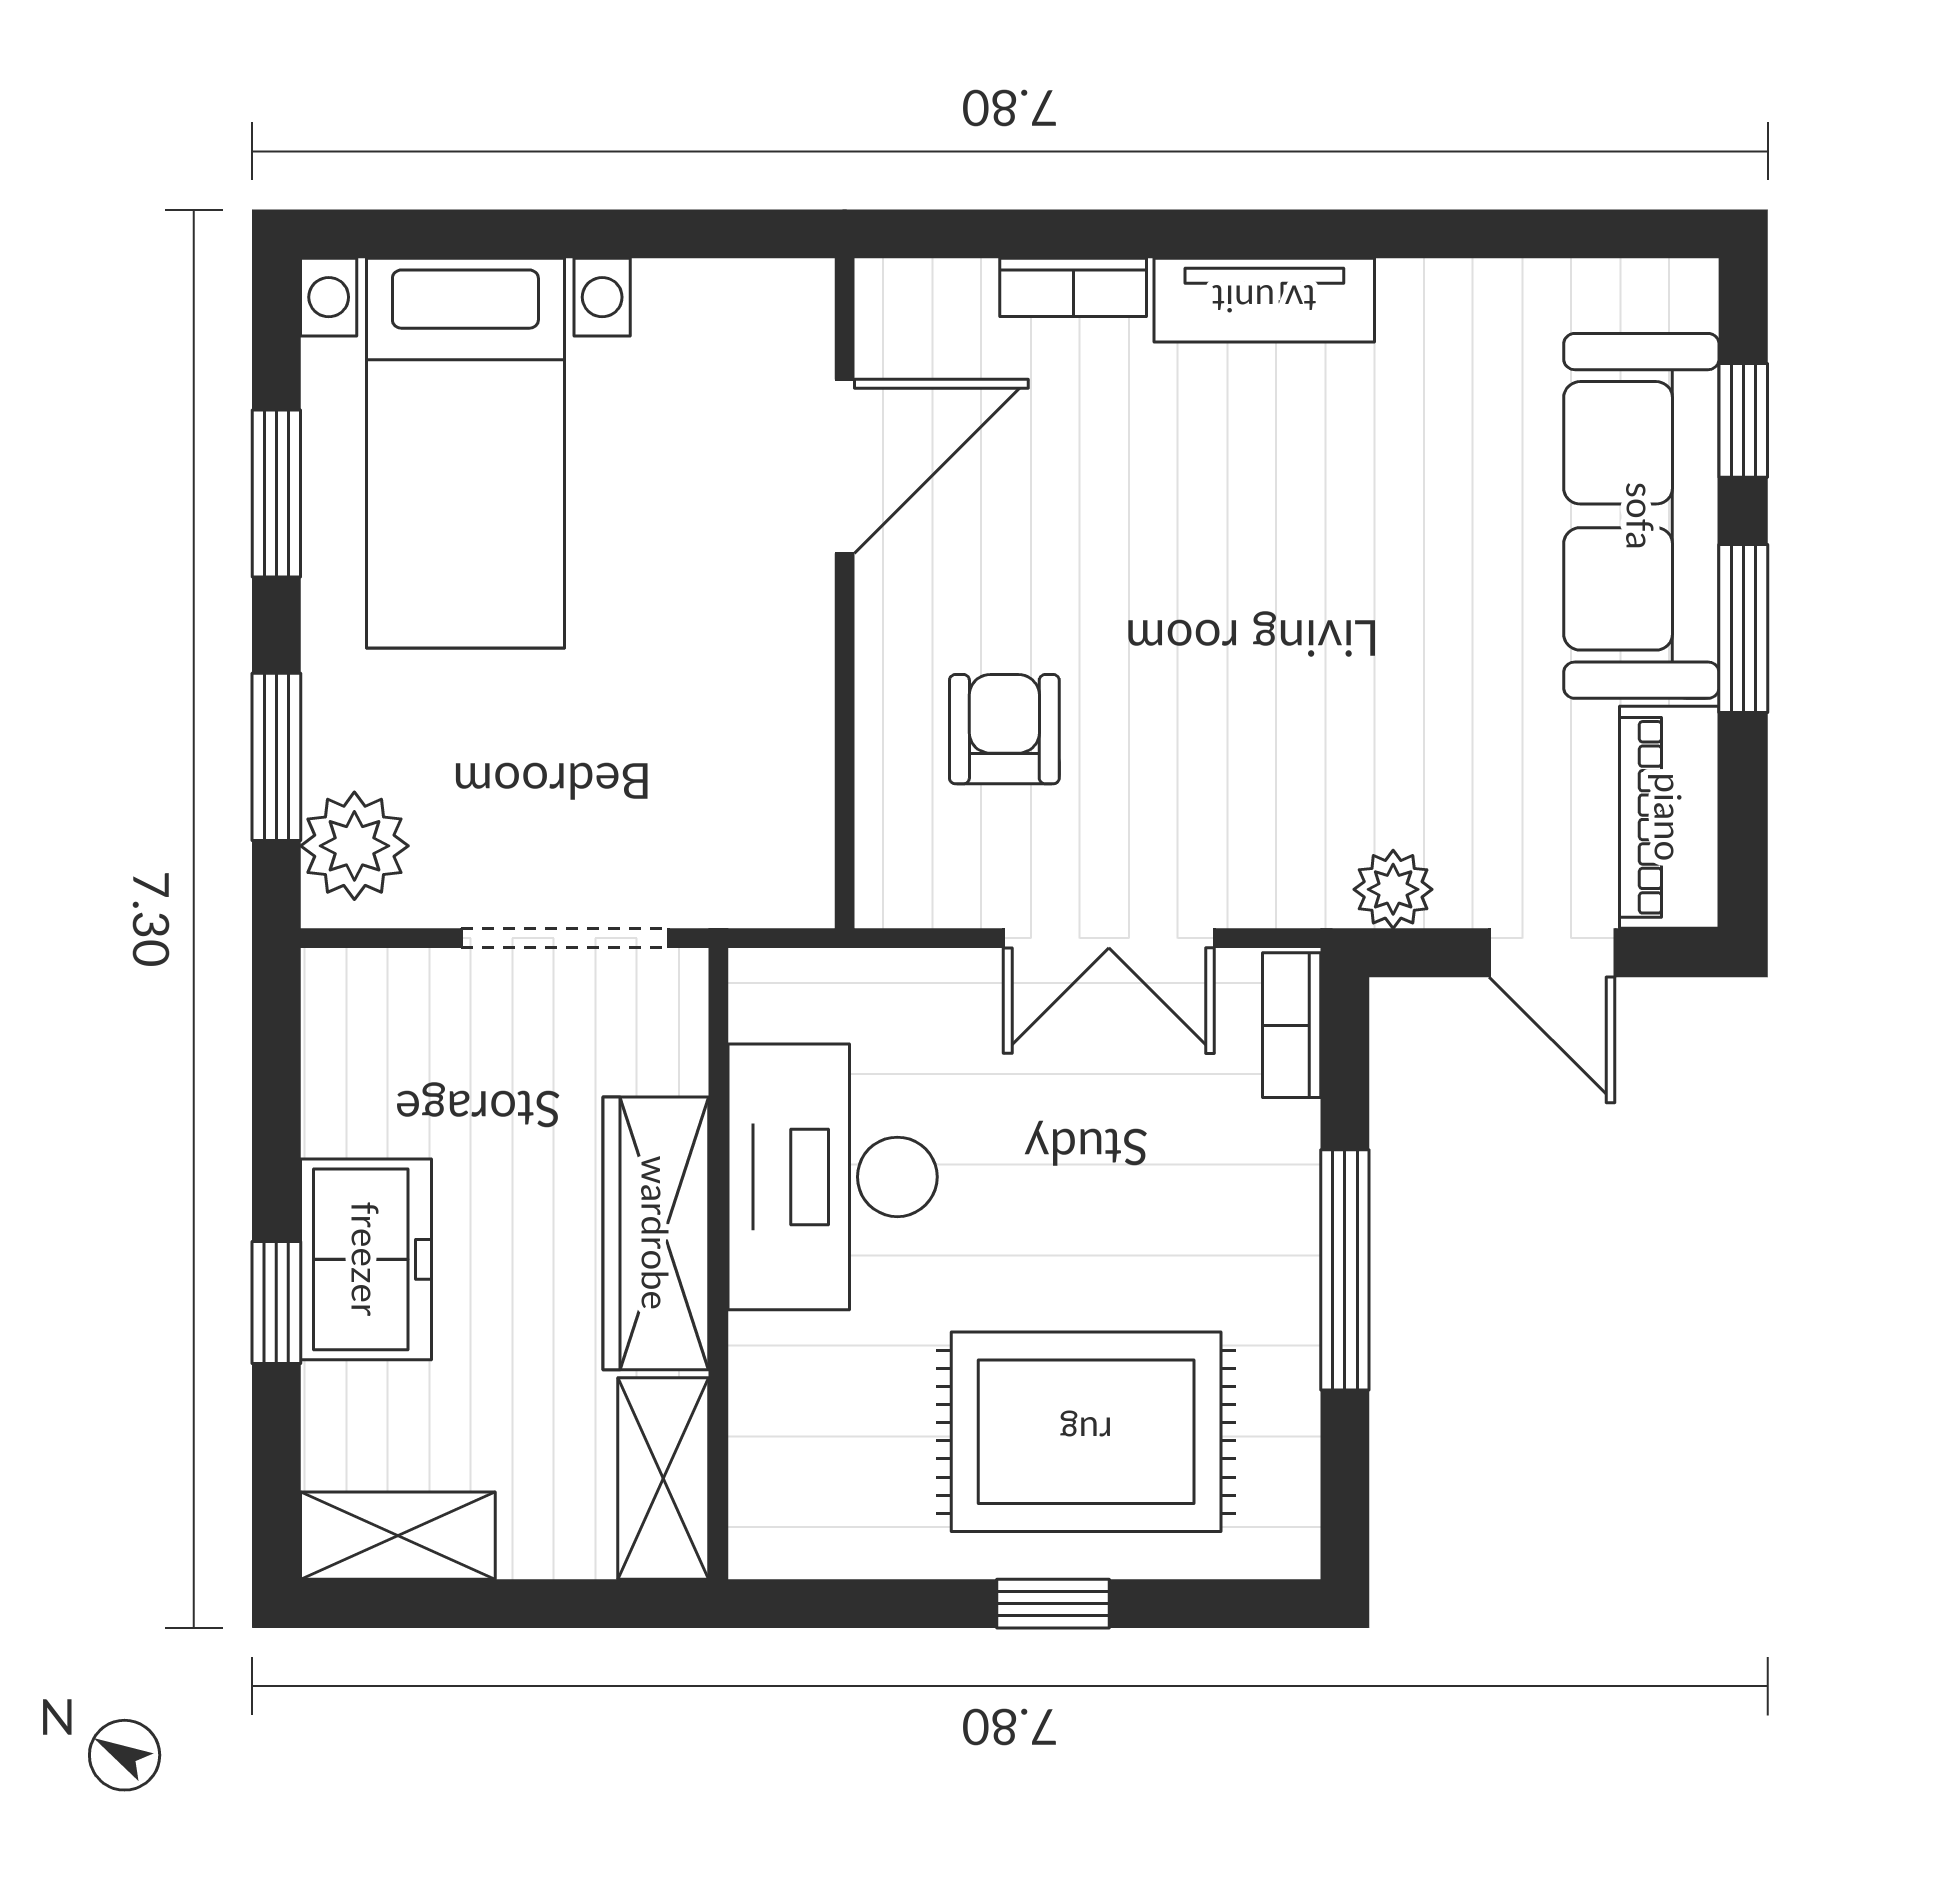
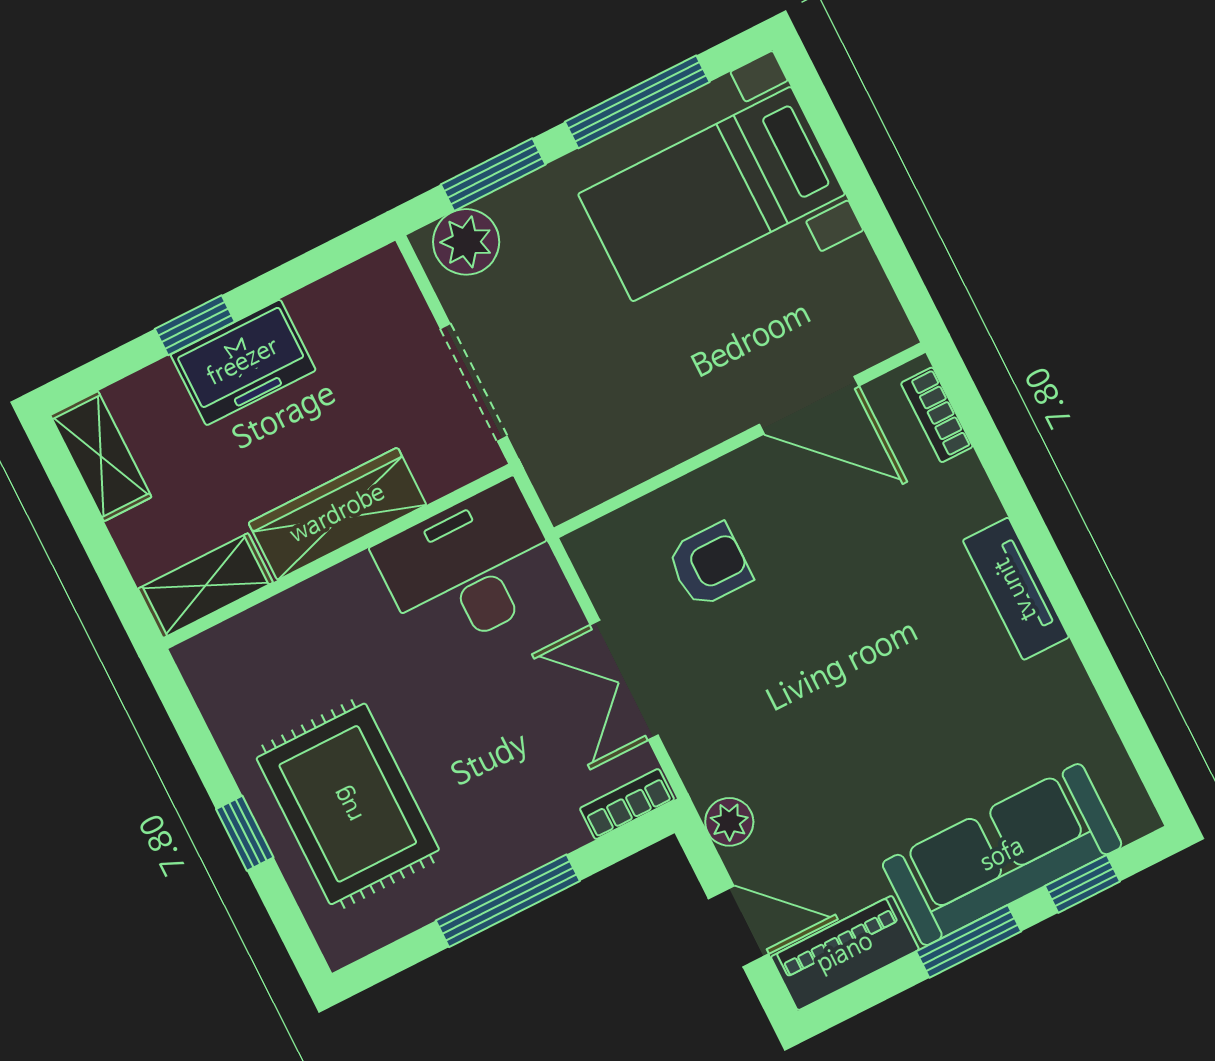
bookcase: (1073, 287) -> (937, 415), moved
window: (276, 493) -> (637, 102), width x1.44
door: (1552, 953) -> (738, 926), swing flipped
desk: (833, 1177) -> (470, 568), moved

